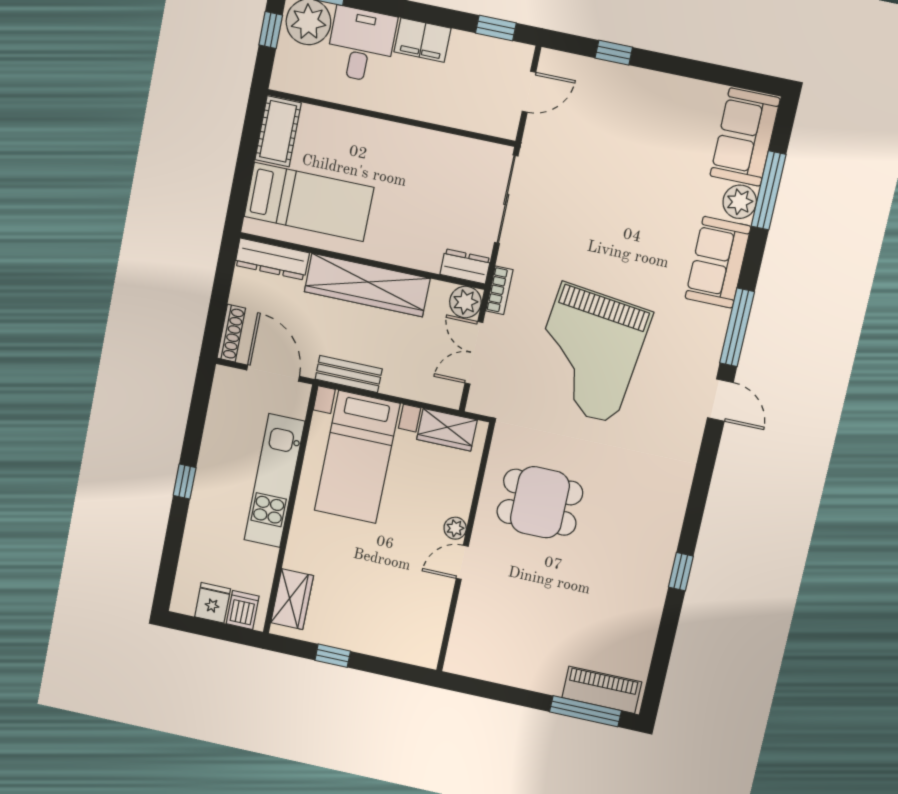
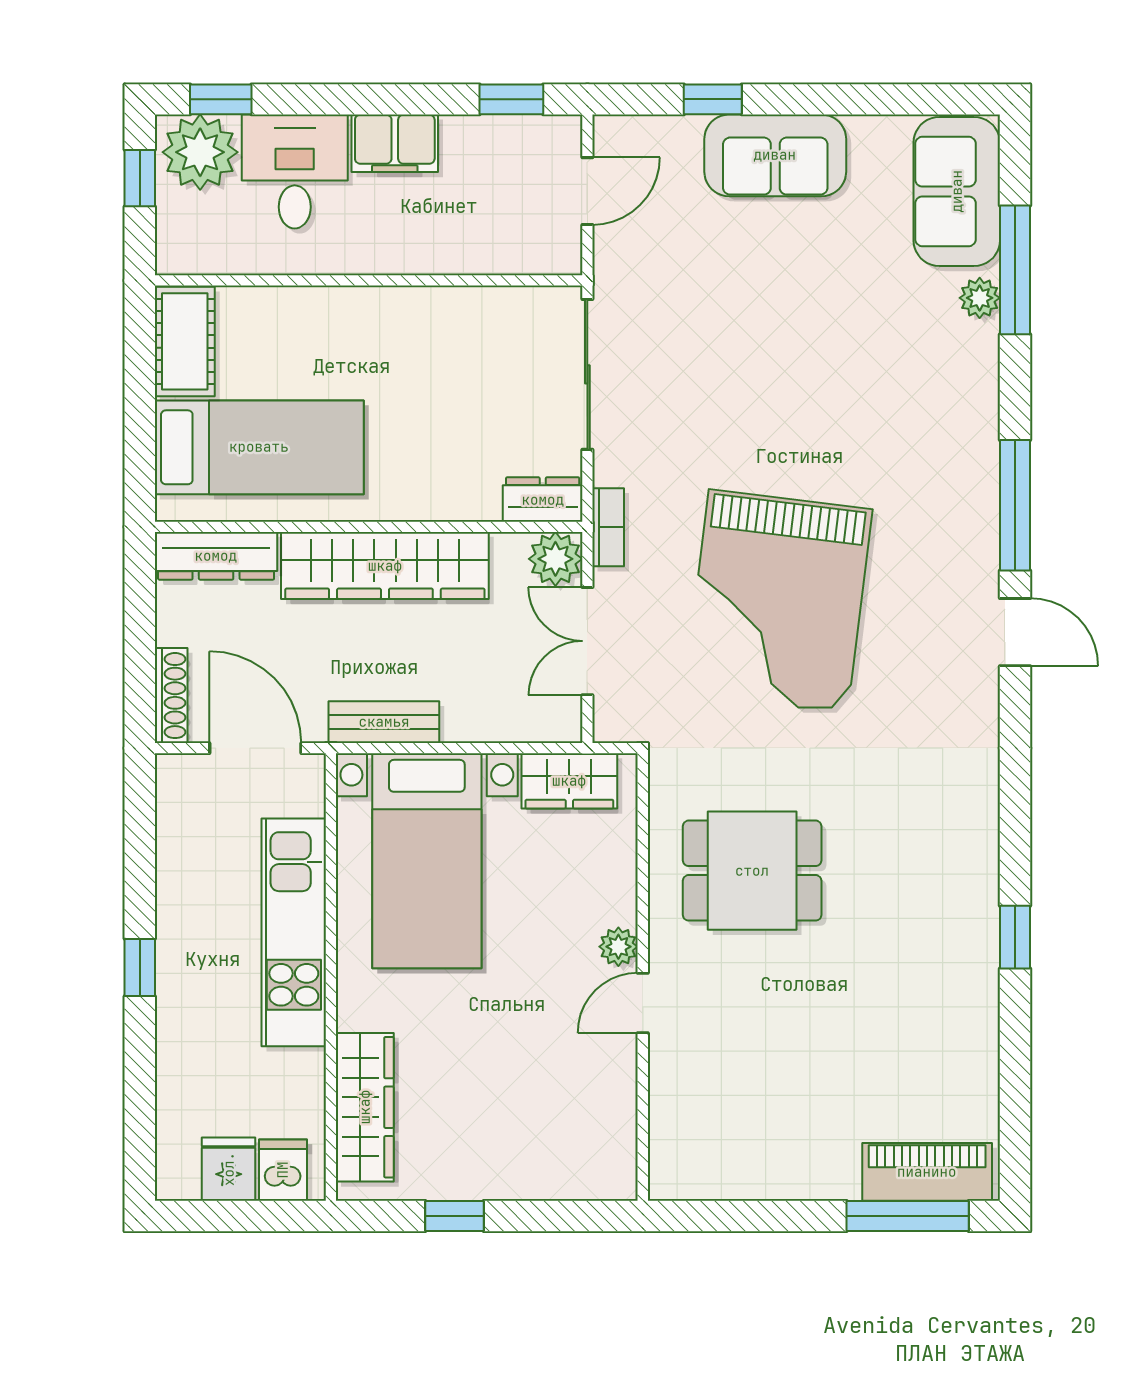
plant: (740, 202) -> (980, 298), width x0.73, depth x0.73
sofa: (718, 262) -> (775, 155), moved, turned -90
wardrobe: (292, 599) -> (365, 1107), width x1.50

